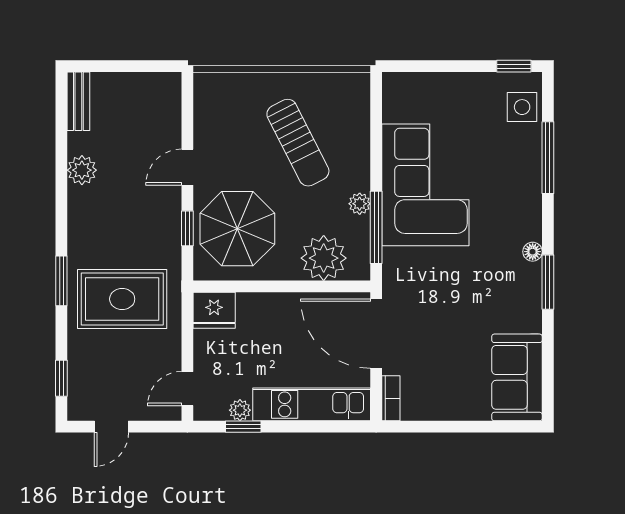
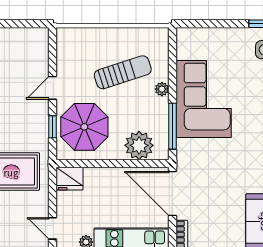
sun lounger: (298, 143) -> (123, 72), turned -81
plant: (360, 204) -> (162, 89), moved
door: (187, 389) -> (53, 228), hinge flipped

